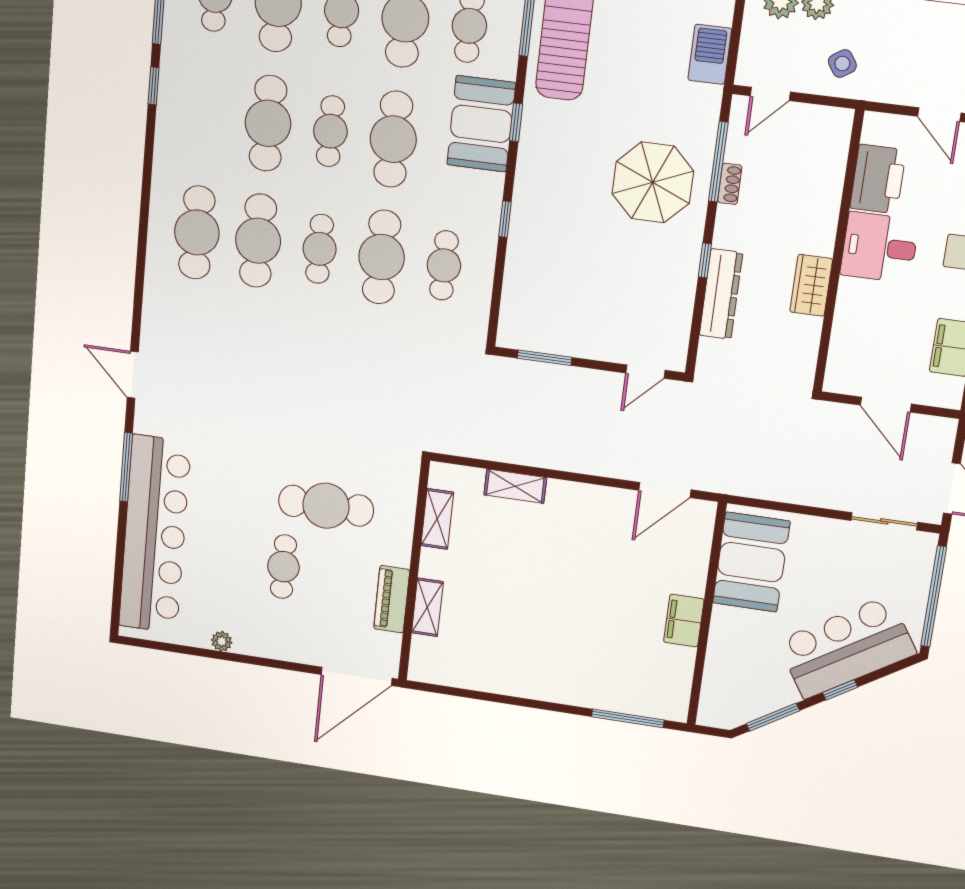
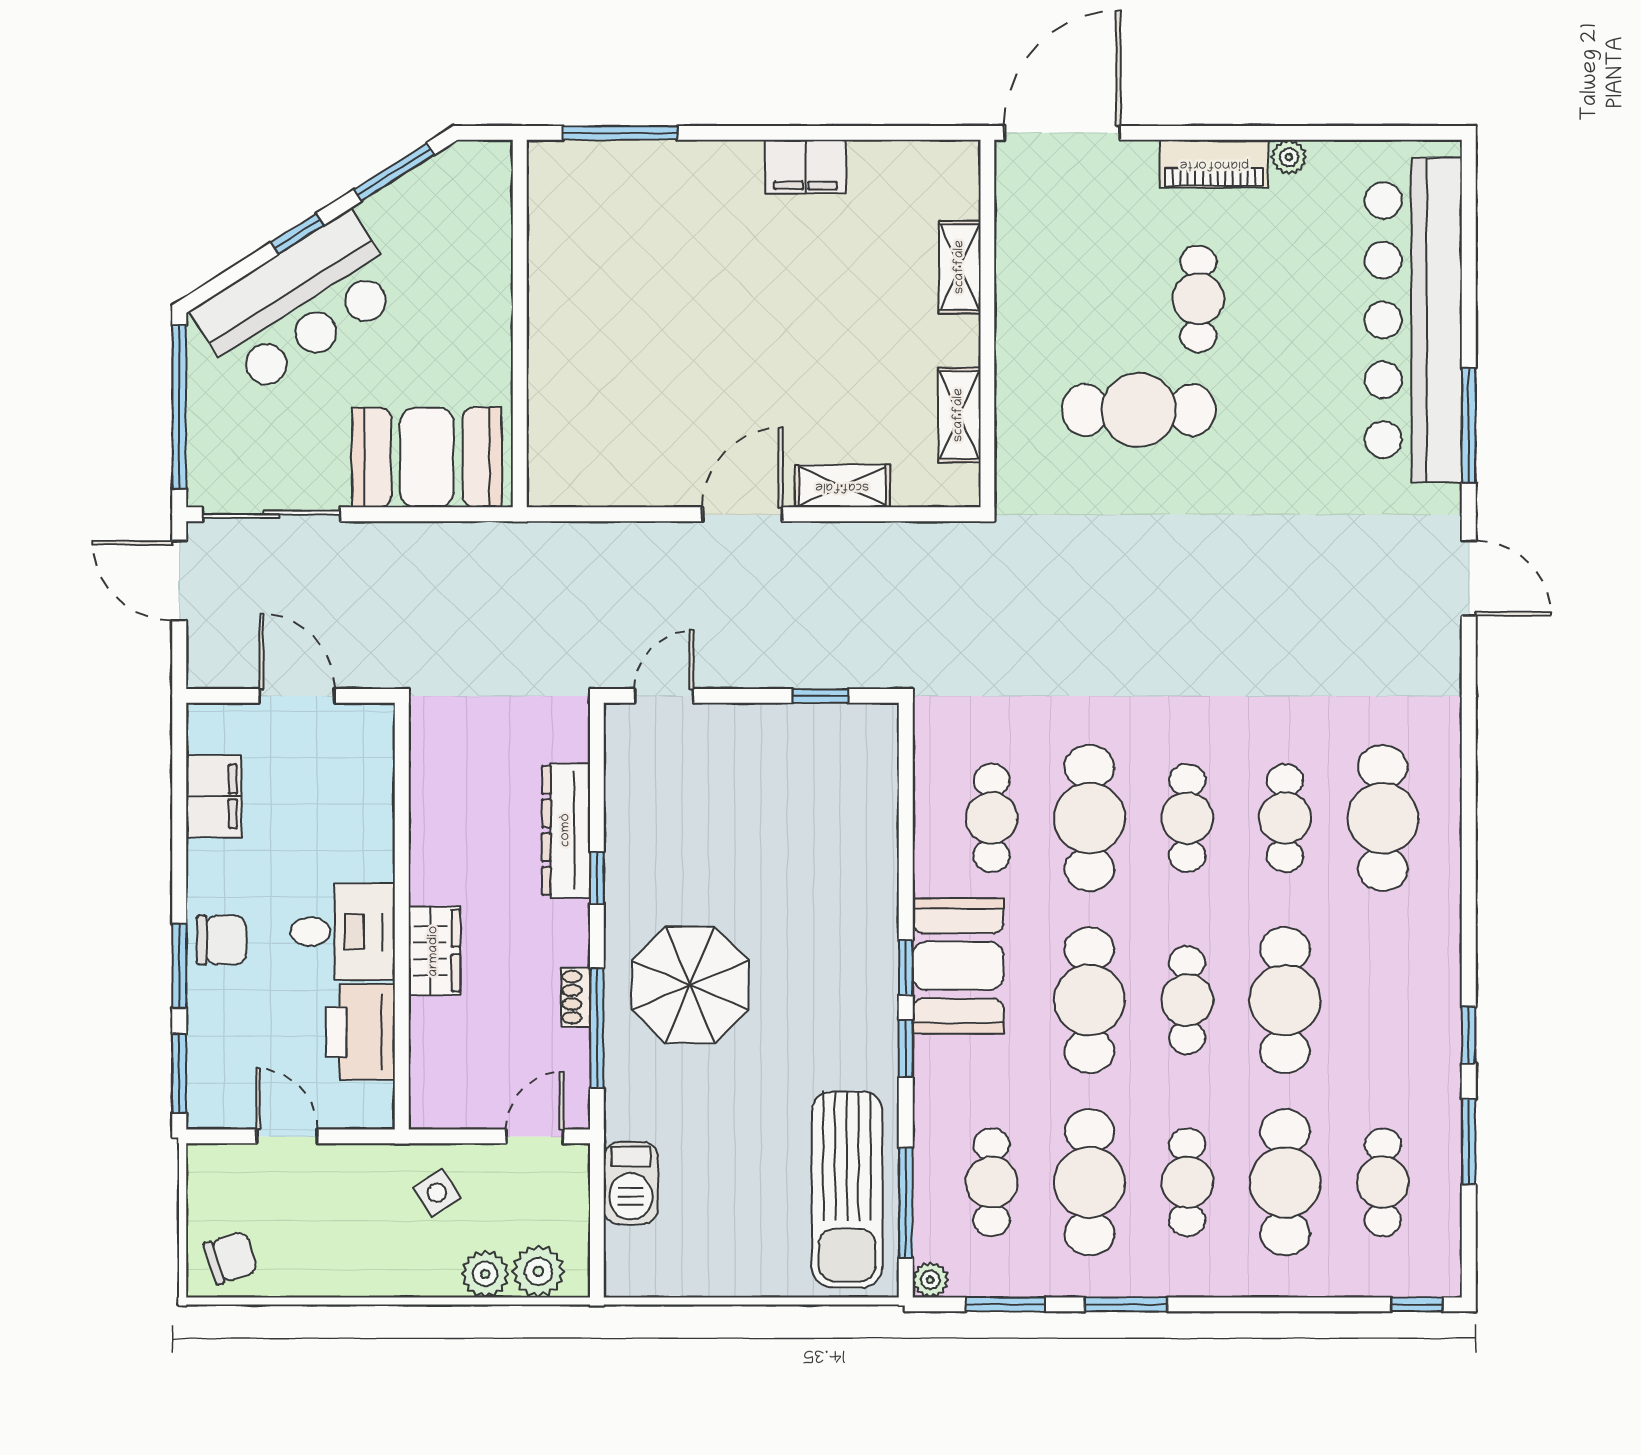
booth: (481, 124) -> (958, 966), moved
window: (505, 219) -> (906, 968), moved
cafe table: (258, 241) -> (1285, 818), width x0.73, depth x0.74
wardrobe: (811, 285) -> (434, 951), moved
window: (545, 358) -> (820, 696), width x0.67
door: (665, 490) -> (742, 514), moved
sliding door: (884, 521) -> (271, 514), width x1.37
booth: (751, 562) -> (427, 457), moved, turned 90
piano: (392, 599) -> (1214, 164), moved, turned 90
filing cabinet: (684, 621) -> (806, 167), moved, turned 90

